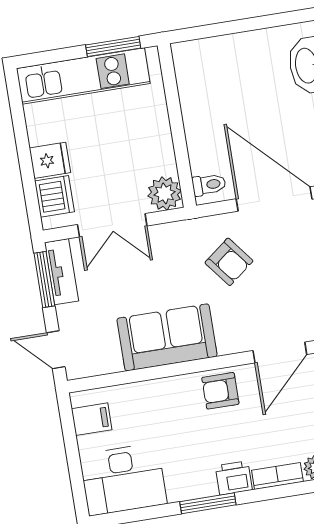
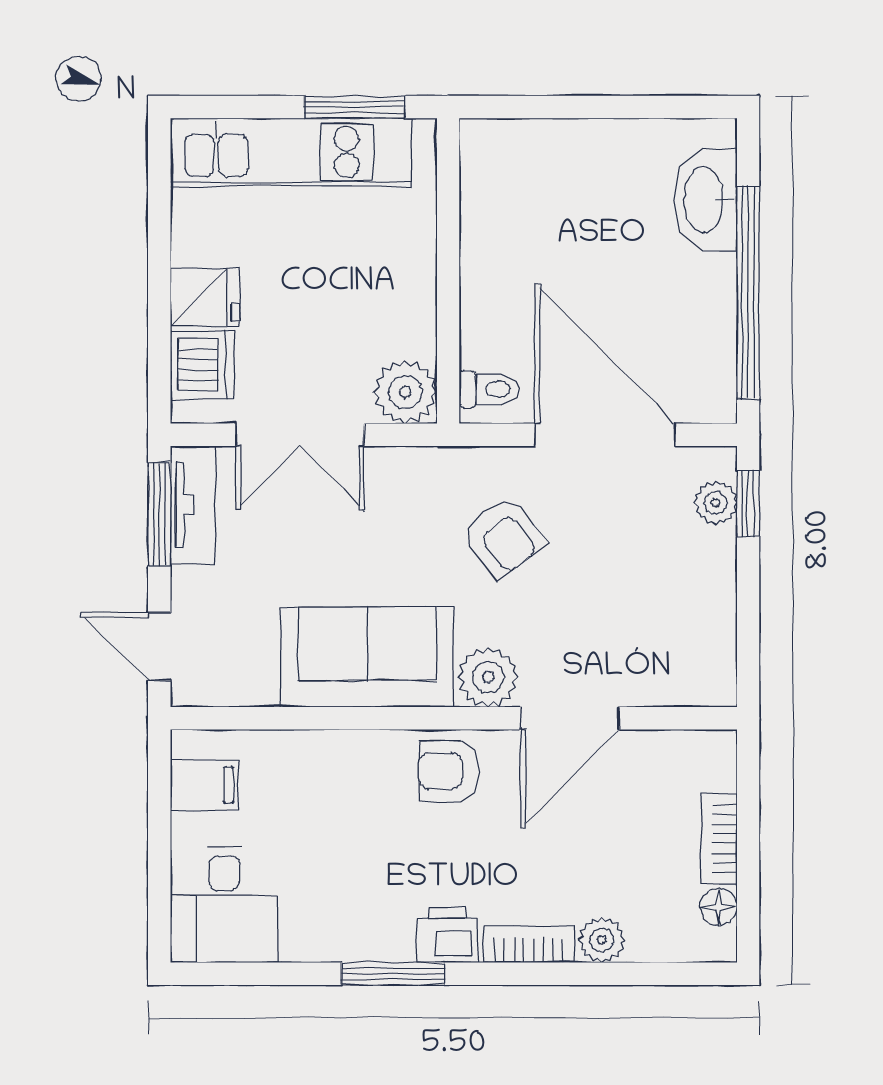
plant: (233, 338) -> (488, 677), added
desk: (123, 479) -> (224, 905), width x0.73

